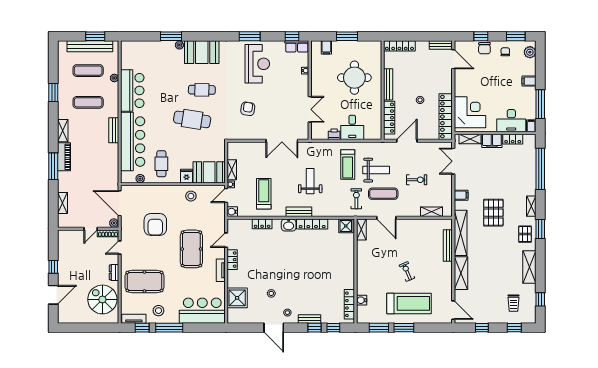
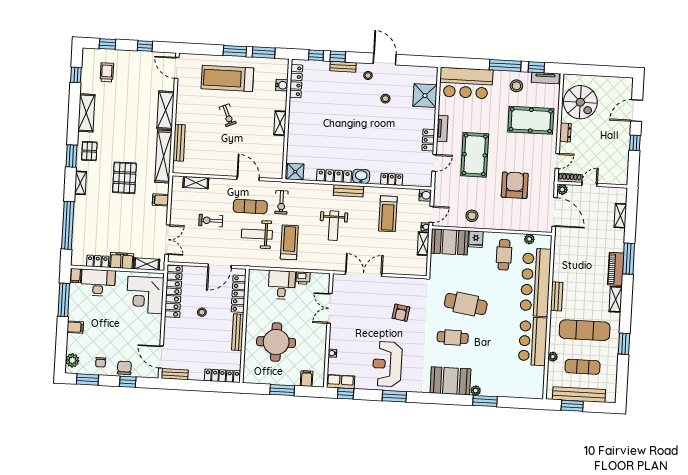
exercise mat: (88, 102) -> (585, 330), width x1.36, depth x1.45
shelving: (361, 230) -> (280, 123), moved

